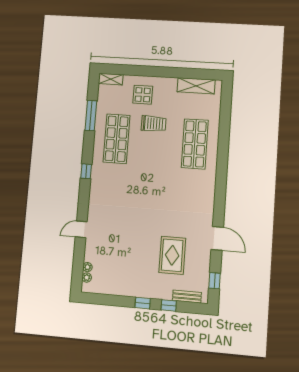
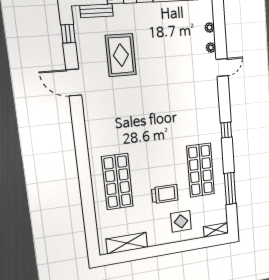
trolley: (154, 124) -> (165, 194), turned 180
plant: (87, 278) -> (211, 48), moved

